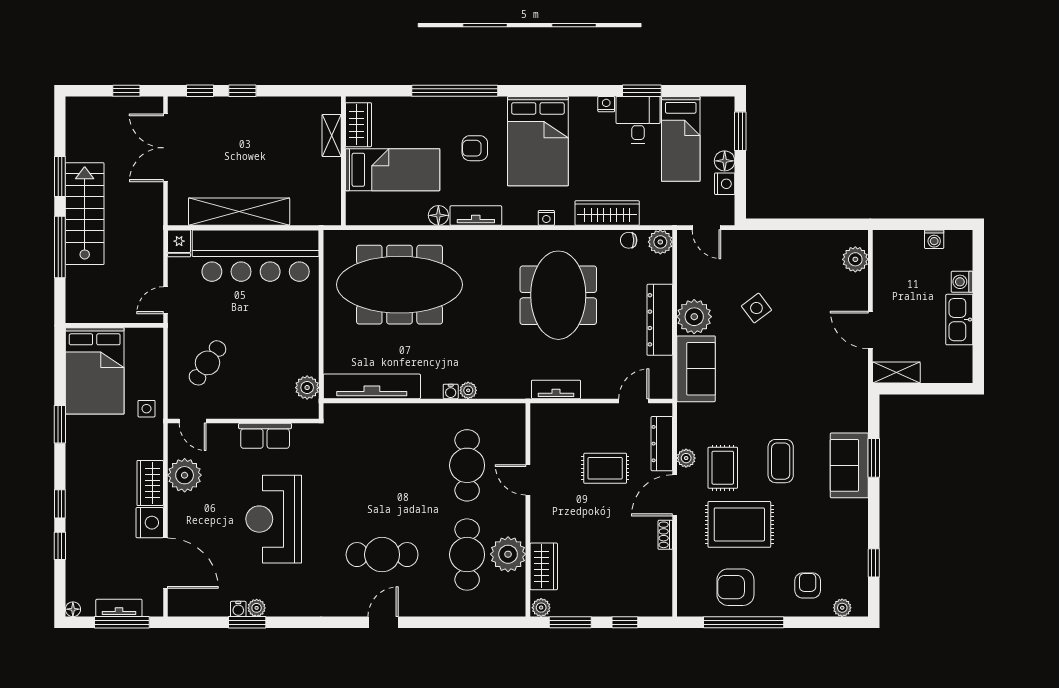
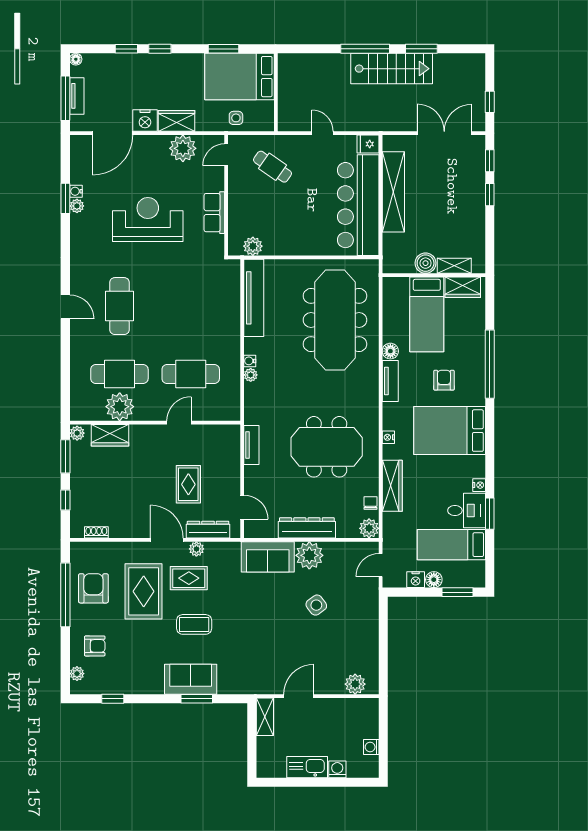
boiler: (328, 171) -> (426, 263), added
wall: (114, 325) -> (276, 92), moved
bed: (95, 371) -> (239, 77), moved
shoe rack: (665, 535) -> (96, 532), moved

